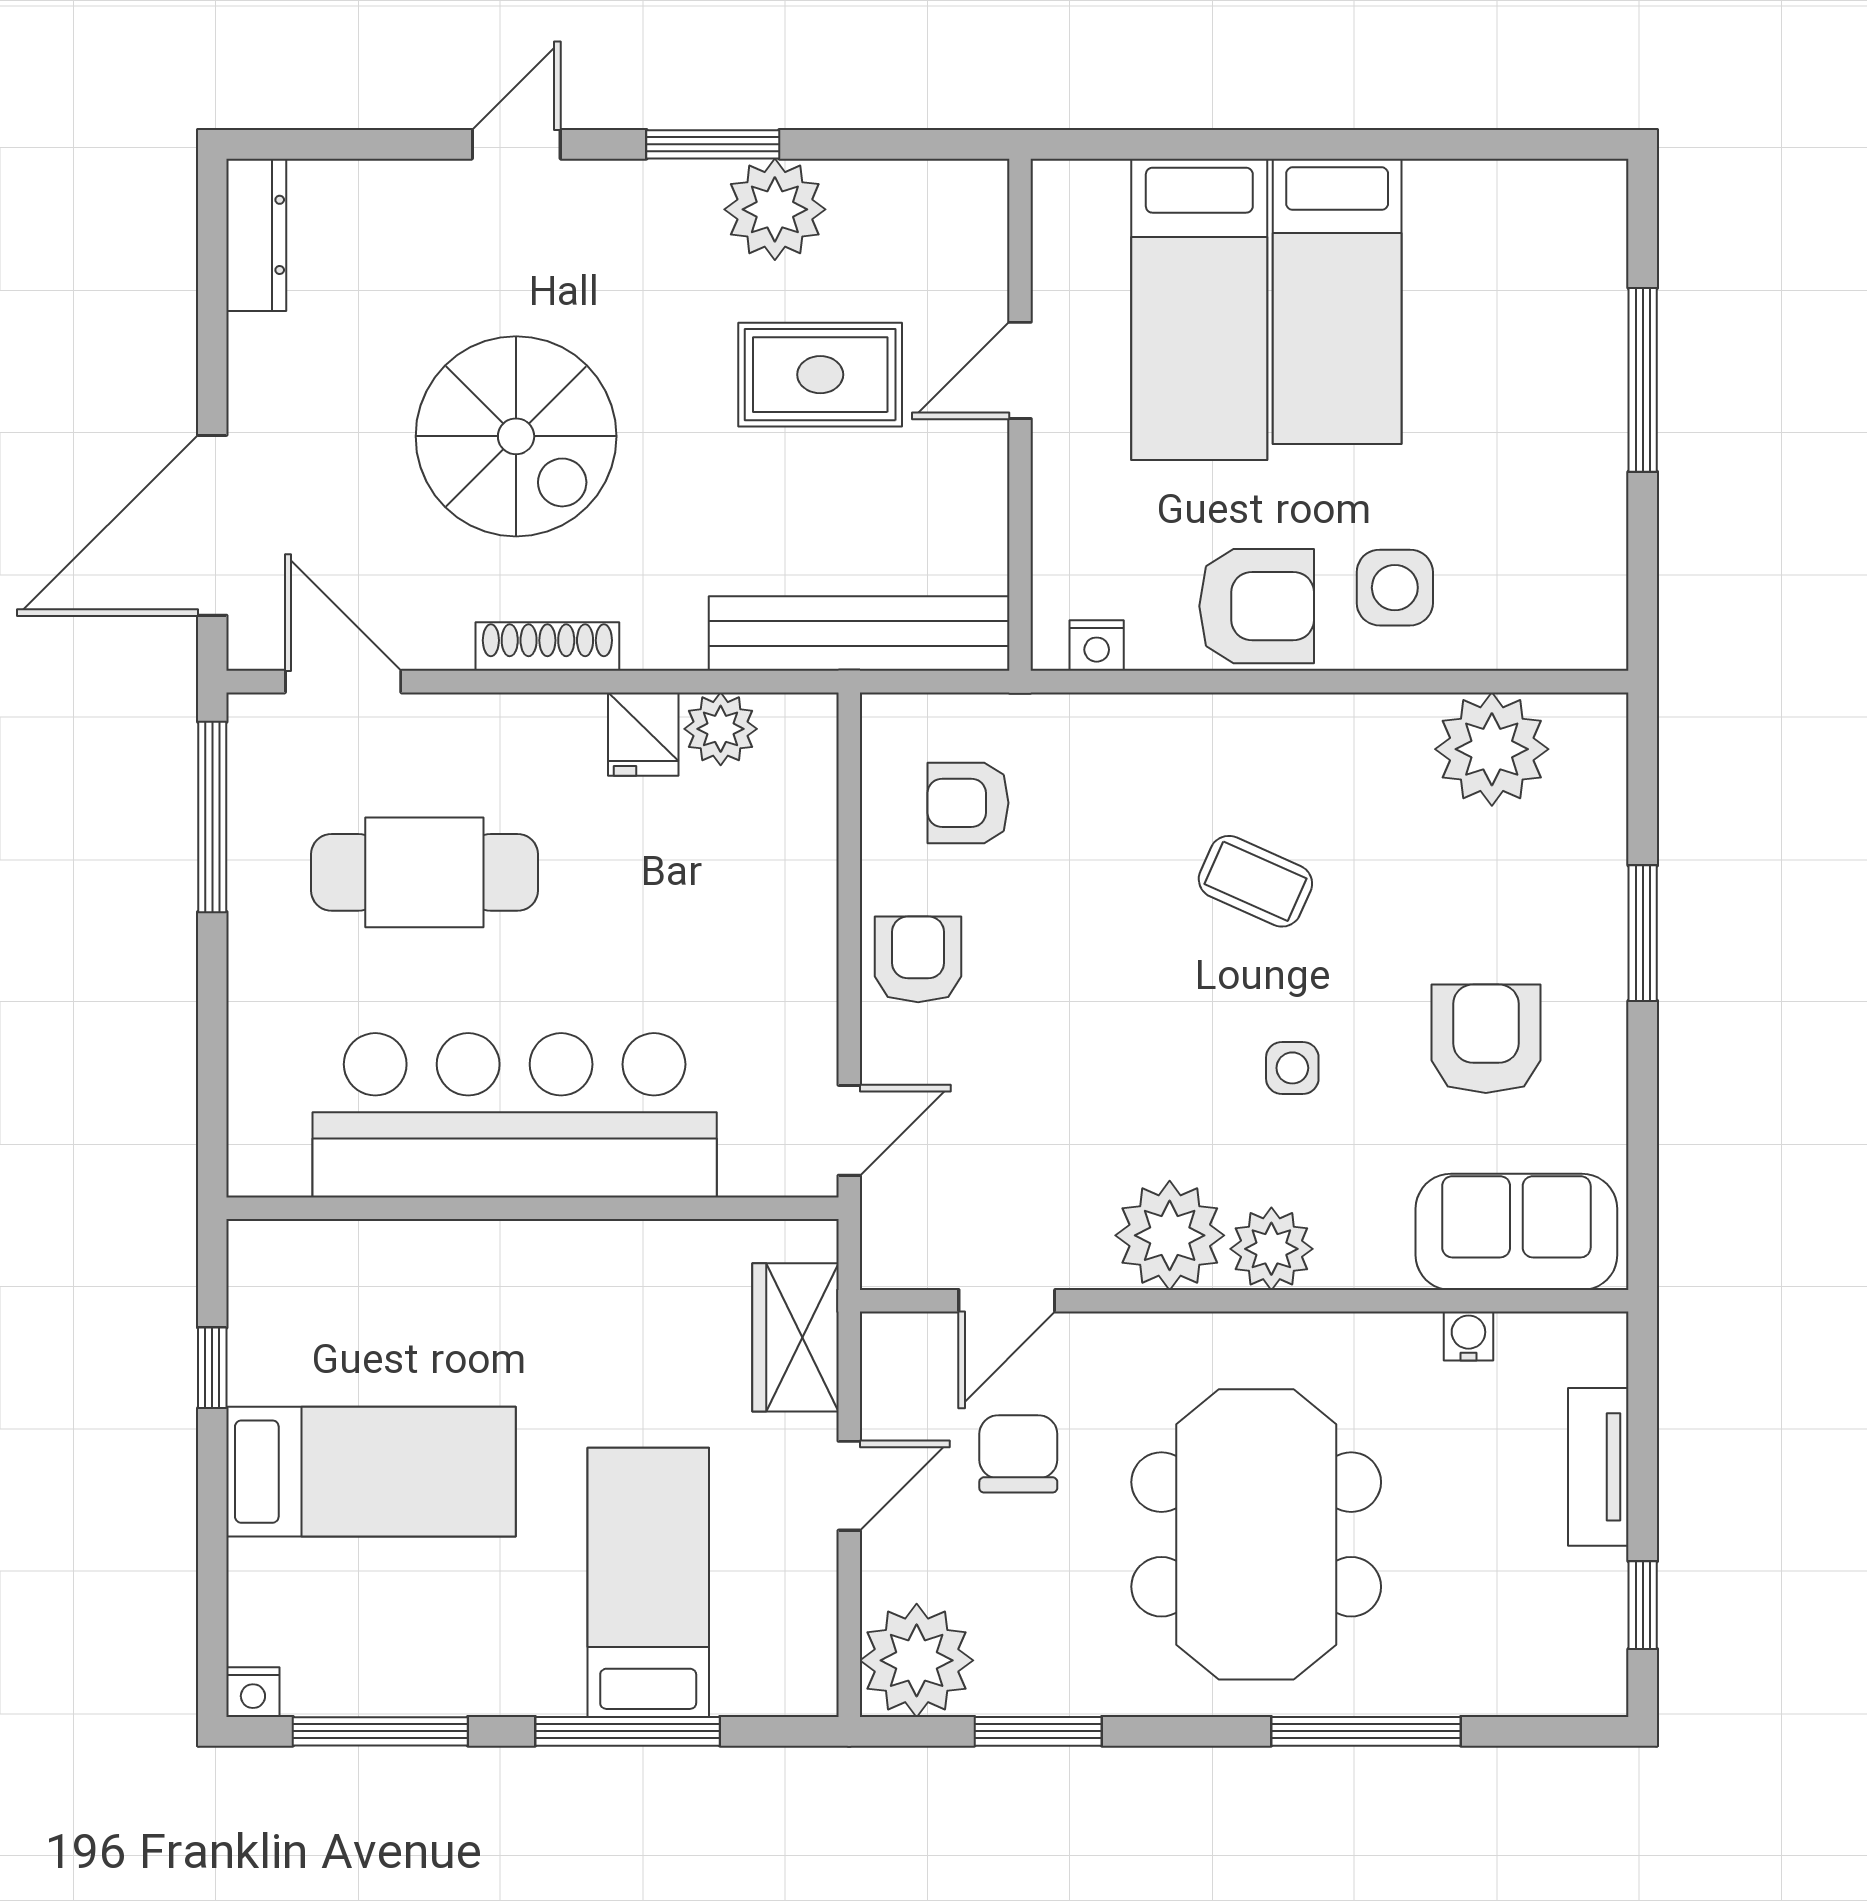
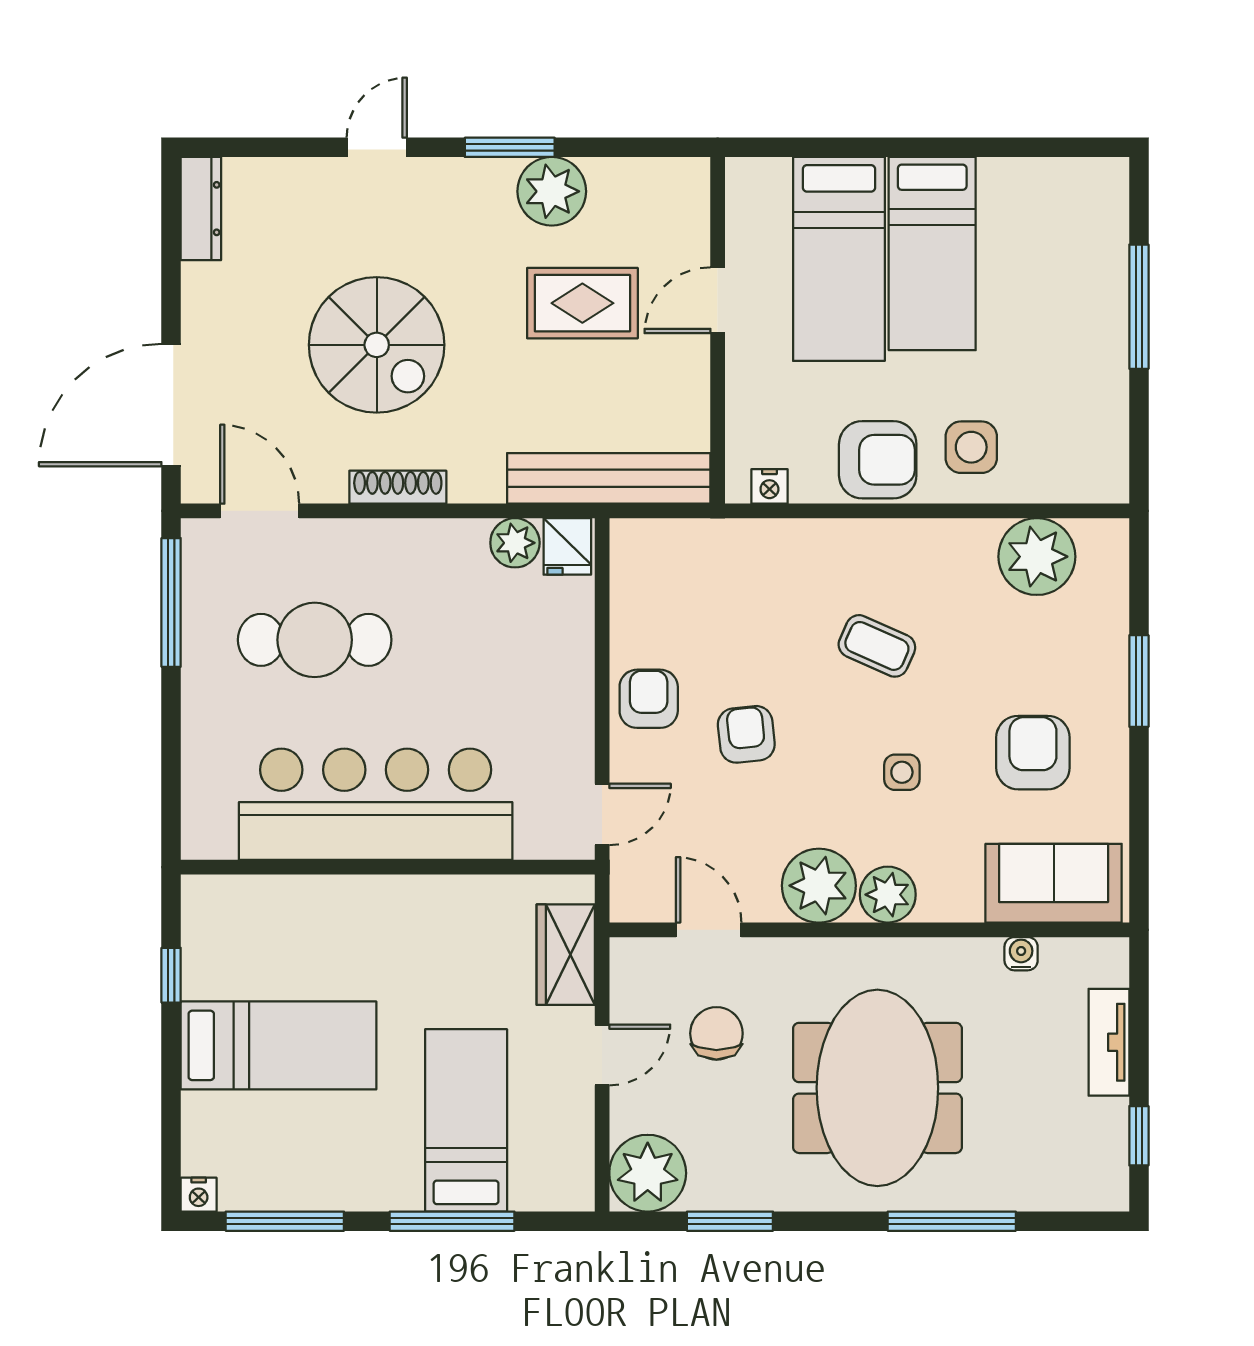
fridge: (643, 734) -> (567, 546), moved
armchair: (968, 803) -> (746, 734), moved, turned 84
door: (1007, 1301) -> (709, 930), swing flipped

